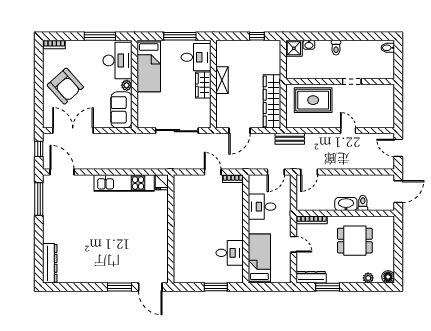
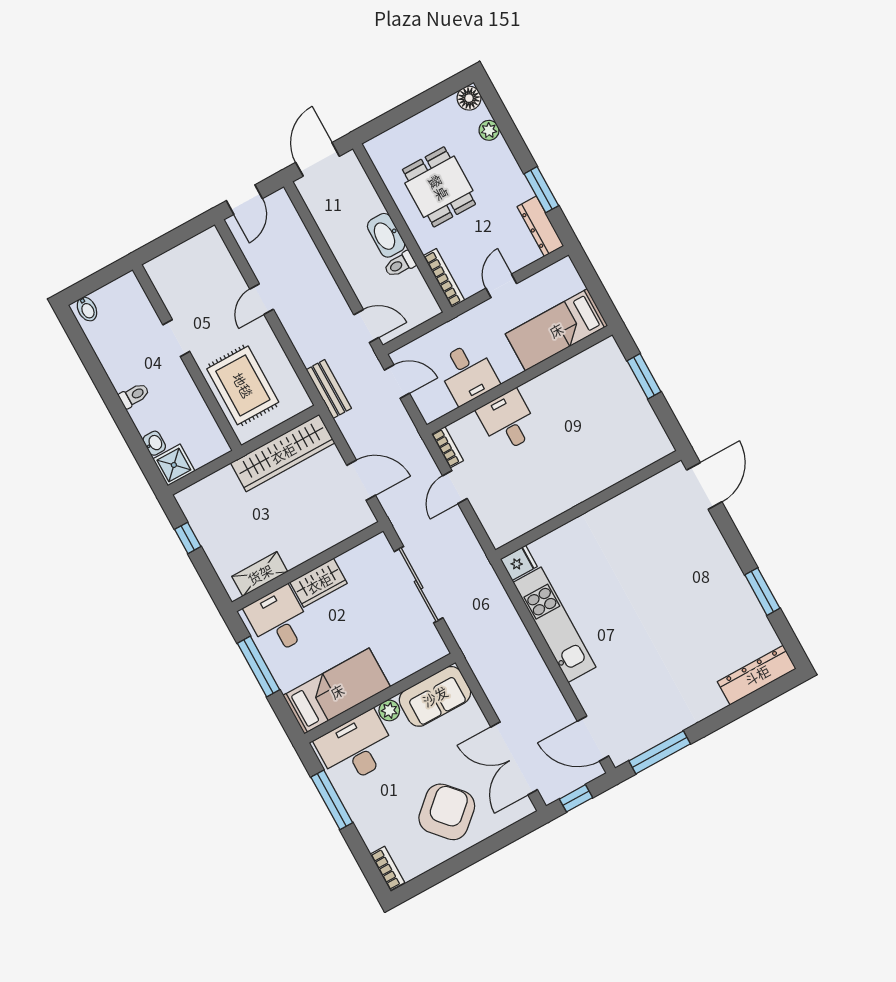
shelving: (222, 80) -> (260, 574), moved
door: (62, 172) -> (593, 739), hinge flipped
door: (398, 192) -> (318, 159), hinge flipped
toilet: (363, 203) -> (400, 264), moved
desk: (230, 253) -> (508, 421), moved
window: (120, 287) -> (762, 592), moved

